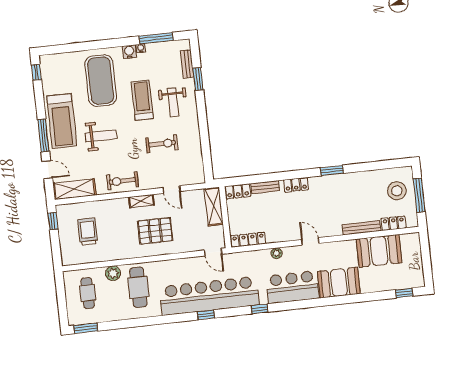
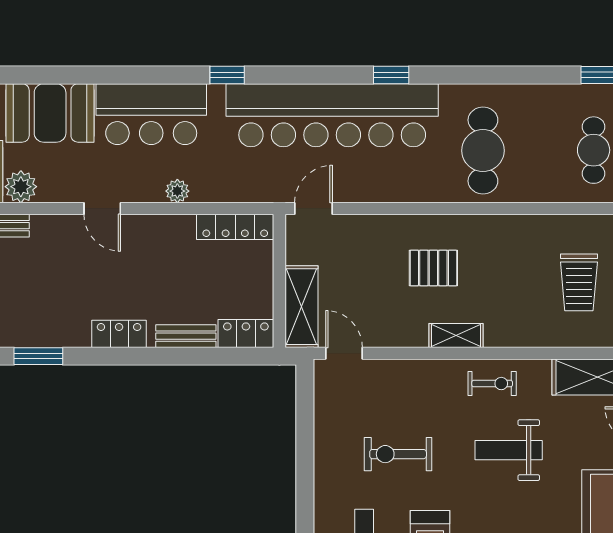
weight bench: (101, 136) -> (509, 450), moved
exercise bike: (122, 181) -> (492, 384), width x0.73, depth x0.72
door: (172, 189) -> (344, 353), moved
pallet: (155, 231) -> (433, 268), width x0.67, depth x0.71
door: (213, 252) -> (314, 208), hinge flipped
plant: (113, 273) -> (21, 187), moved
window: (206, 315) -> (391, 75), moved

